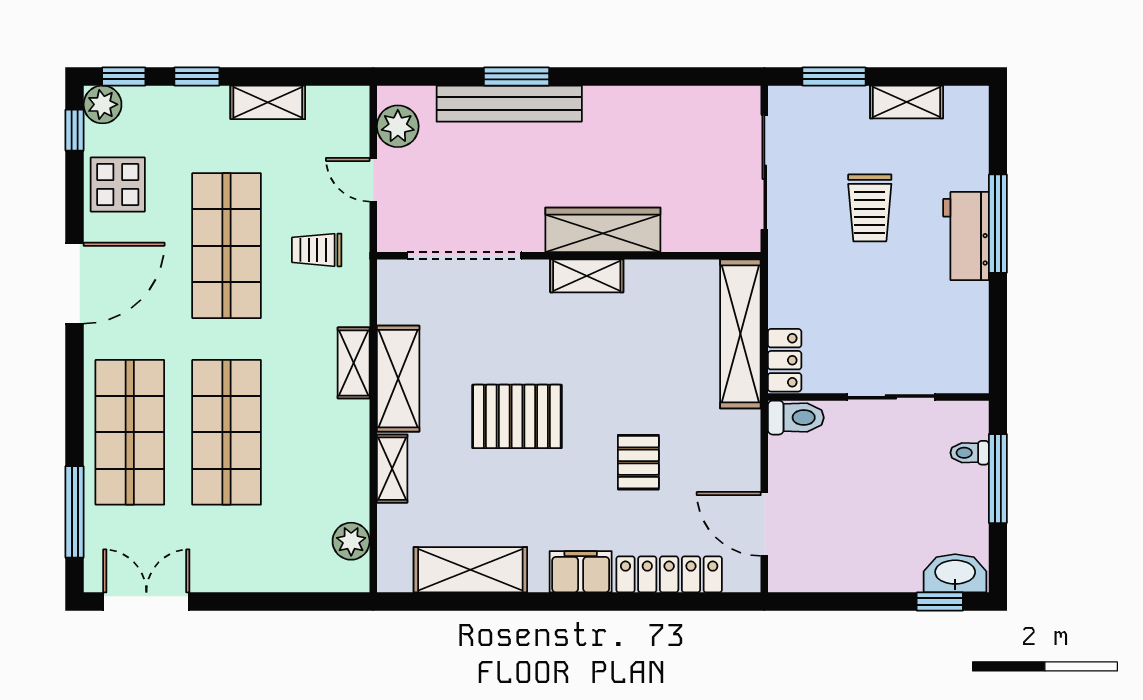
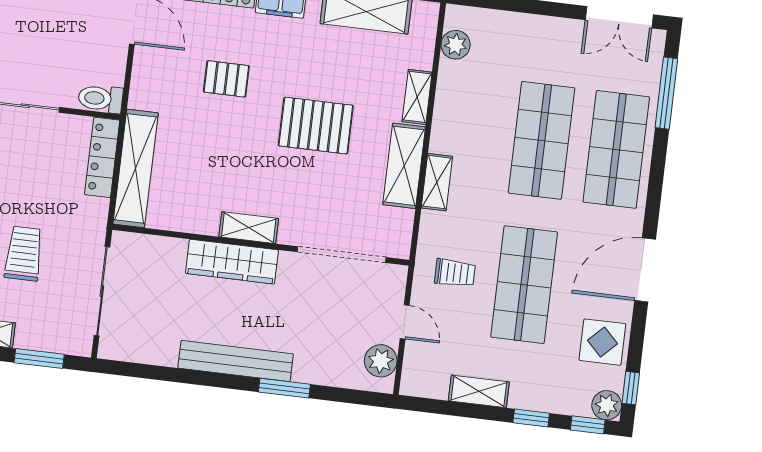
bench: (509, 104) -> (236, 361), moved
locker: (785, 360) -> (102, 157), width x1.53
pallet: (638, 462) -> (226, 79), turned 90

